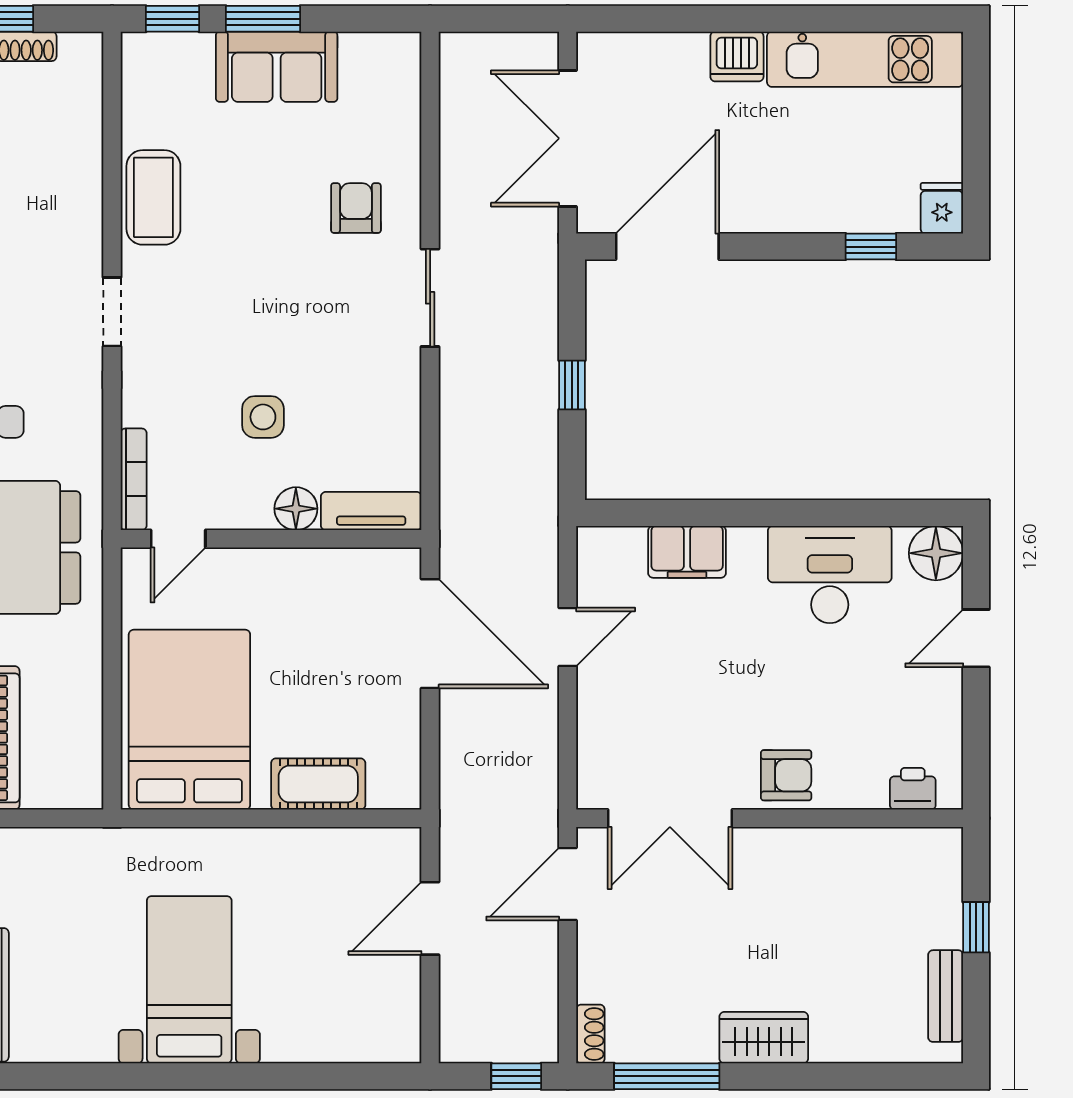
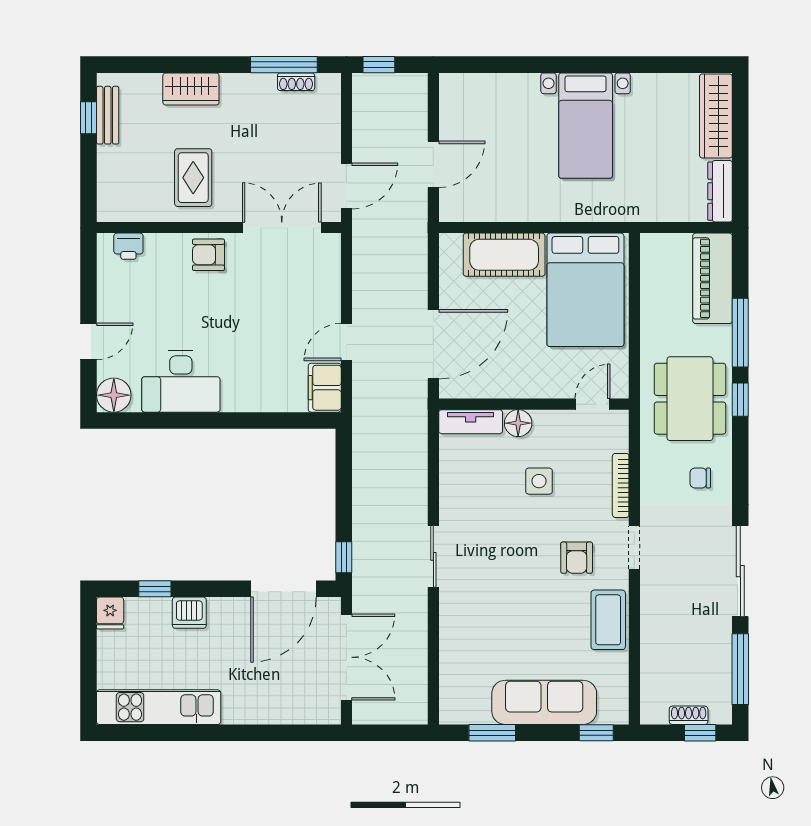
window: (263, 19) -> (492, 733), moved
dishwasher: (737, 56) -> (189, 613), moved, turned 180
sofa: (277, 67) -> (544, 702), width x1.36
armchair: (356, 208) -> (577, 558), moved
window: (572, 385) -> (344, 557), moved
bookcase: (134, 479) -> (621, 485), moved
filing cabinet: (687, 552) -> (325, 388), moved, turned -90
door: (430, 634) -> (433, 344), swing flipped
cot: (318, 784) -> (504, 255), width x1.37, depth x1.34
rug: (810, 897) -> (193, 178), added
window: (976, 927) -> (88, 118), moved
shoe rack: (590, 1034) -> (296, 82), moved, turned -90
wardrobe: (764, 1038) -> (191, 89), moved

